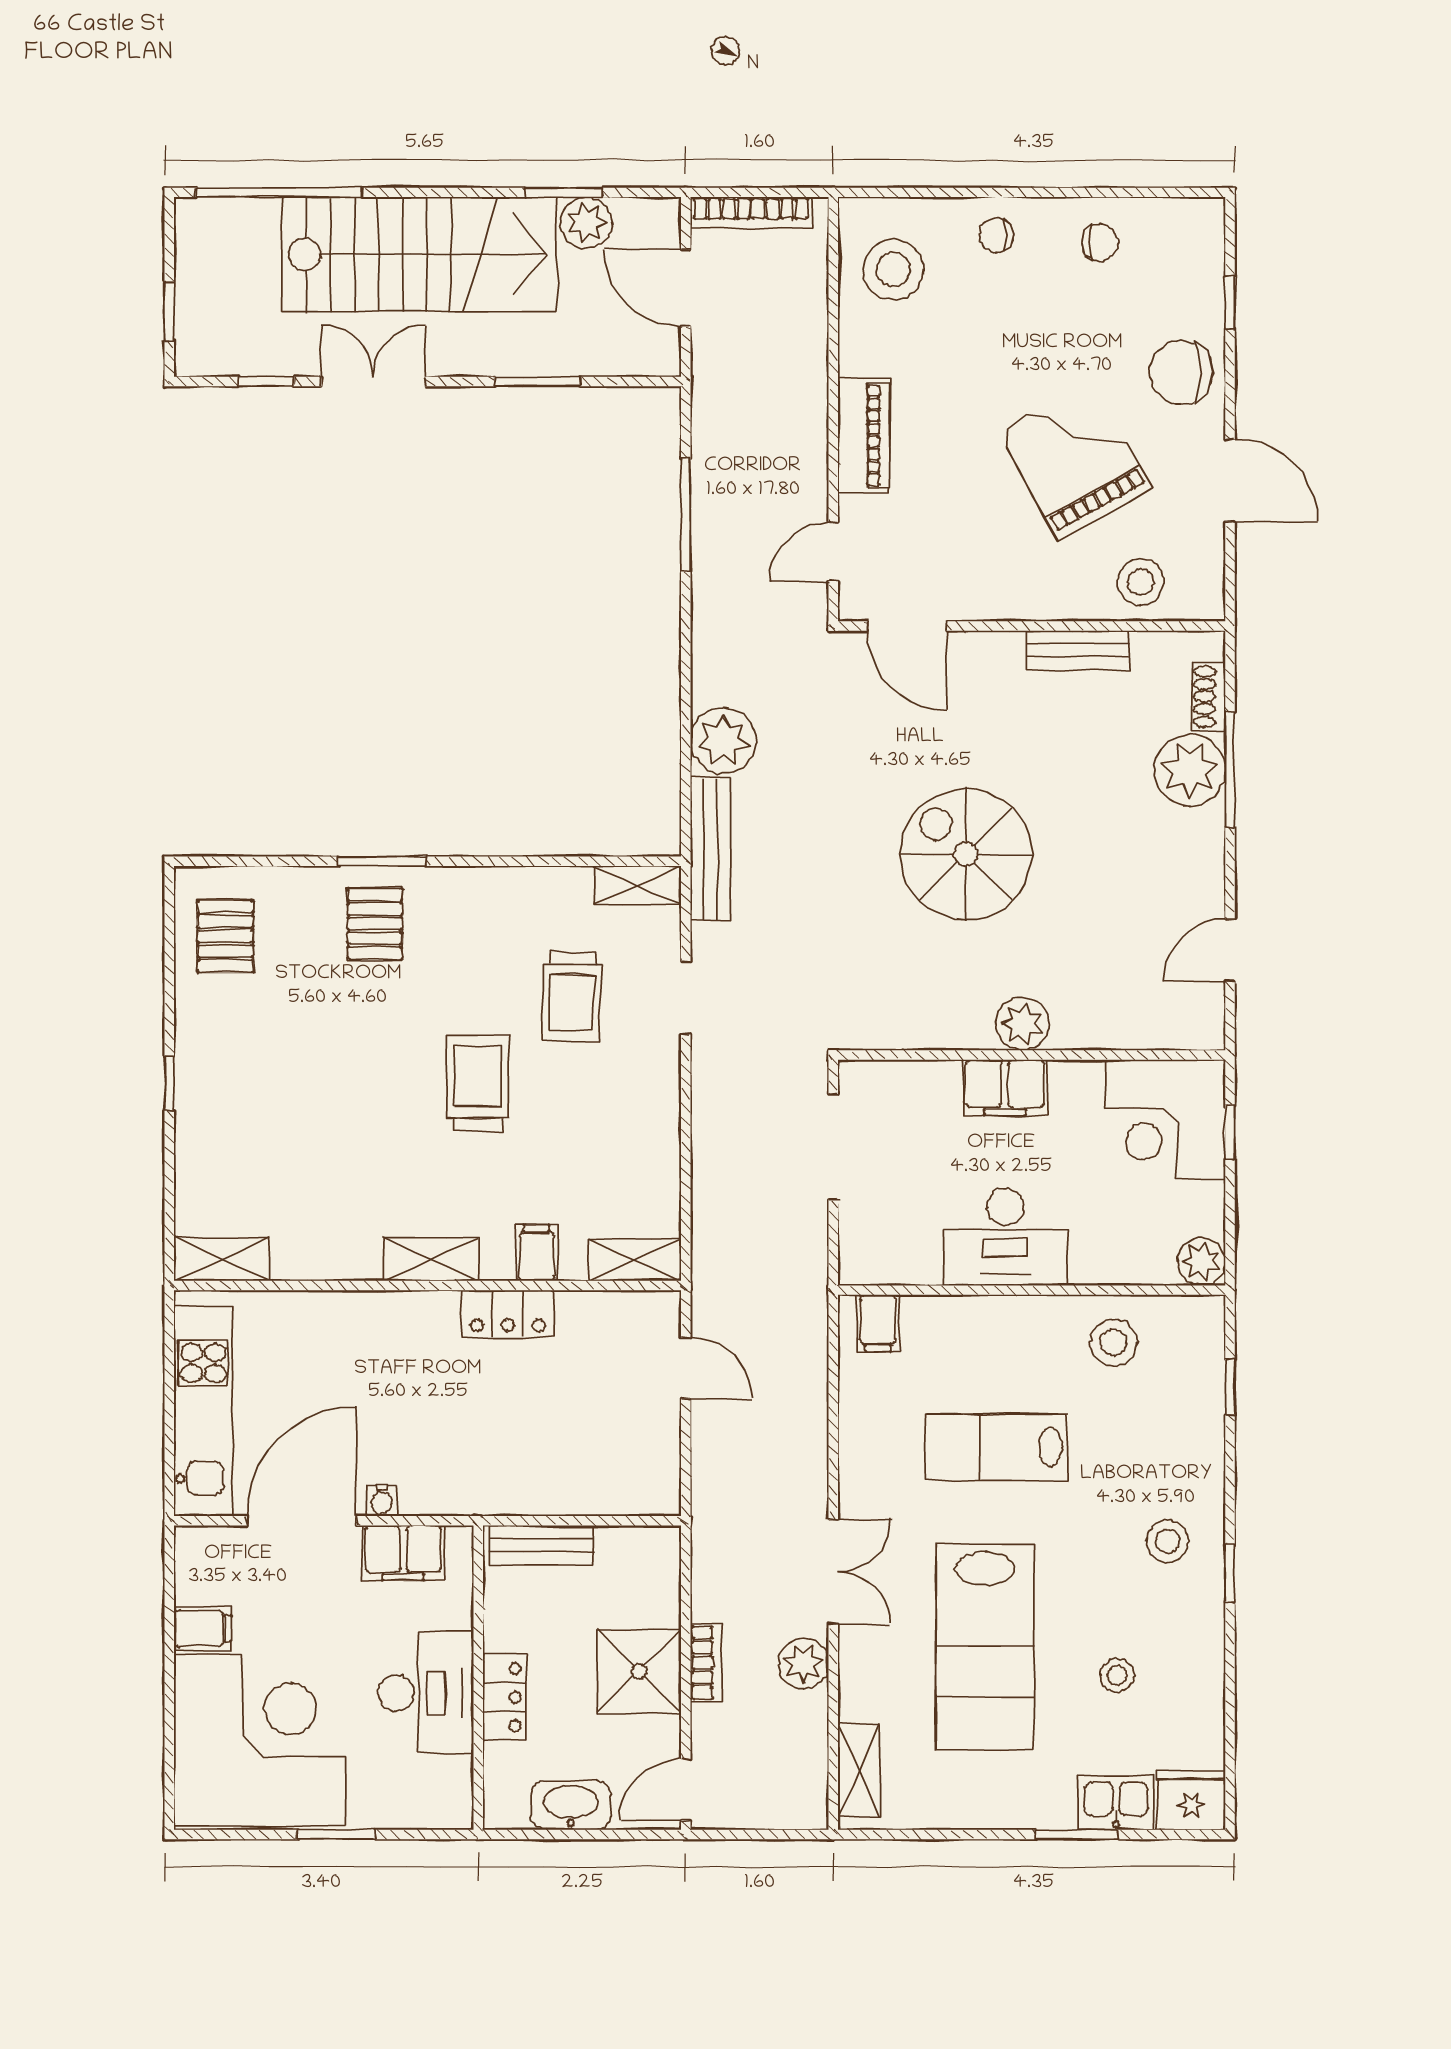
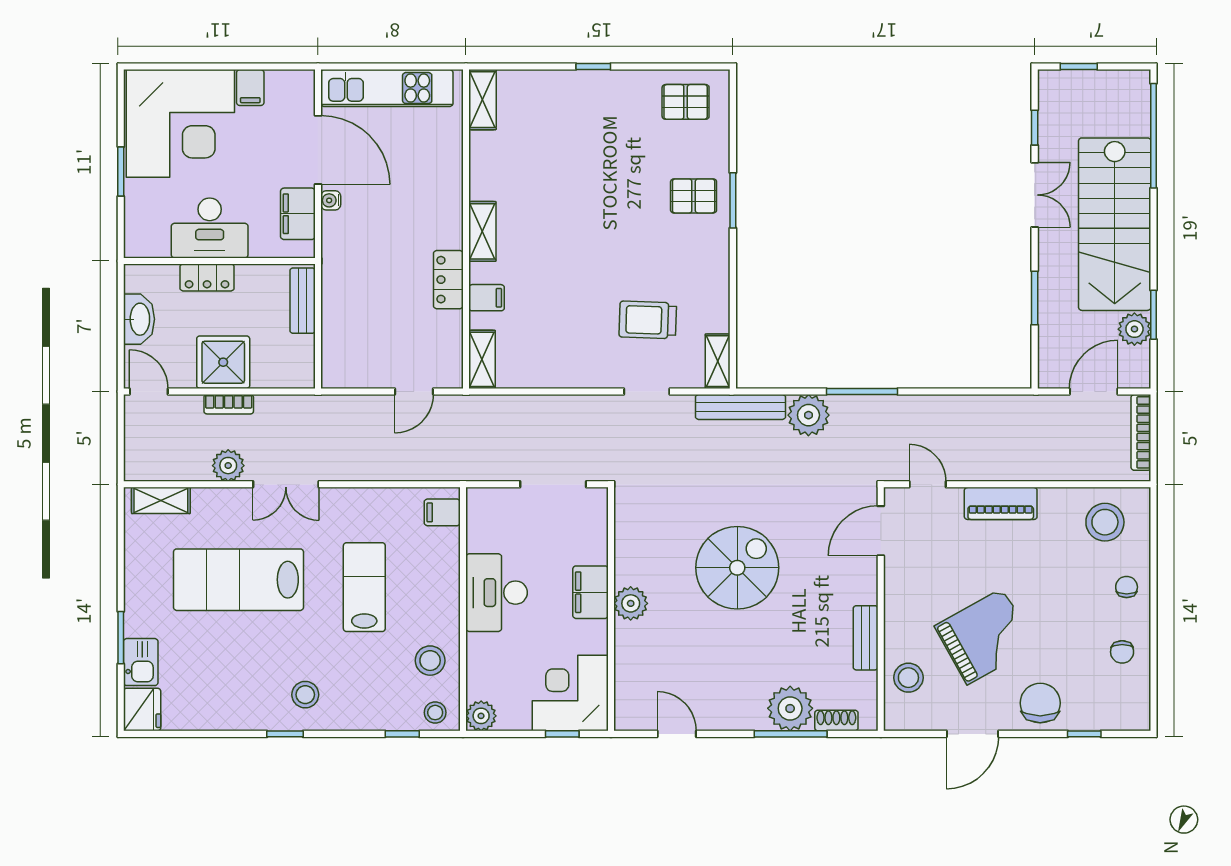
window: (686, 515) -> (862, 391), moved
trolley: (478, 1083) -> (593, 261), removed
stool: (1117, 1675) -> (435, 713), moved

